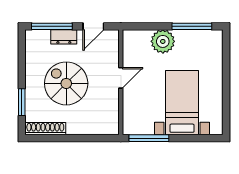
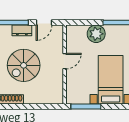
spiral stairs: (66, 83) -> (24, 65), turned -90

